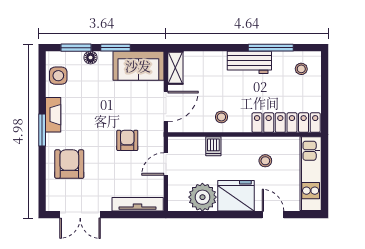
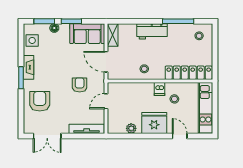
workbench: (249, 62) -> (152, 31), moved
door: (166, 107) -> (106, 62), swing flipped
dishwasher: (213, 146) -> (160, 89), moved
plant: (202, 197) -> (131, 128), width x0.53, depth x0.53

